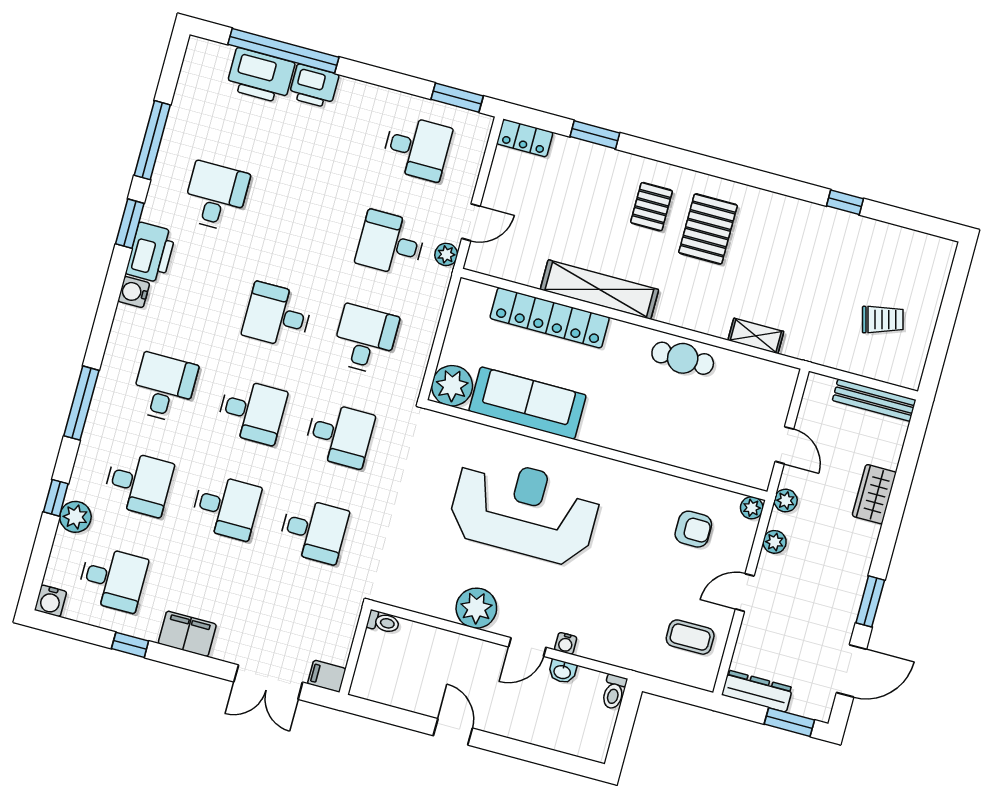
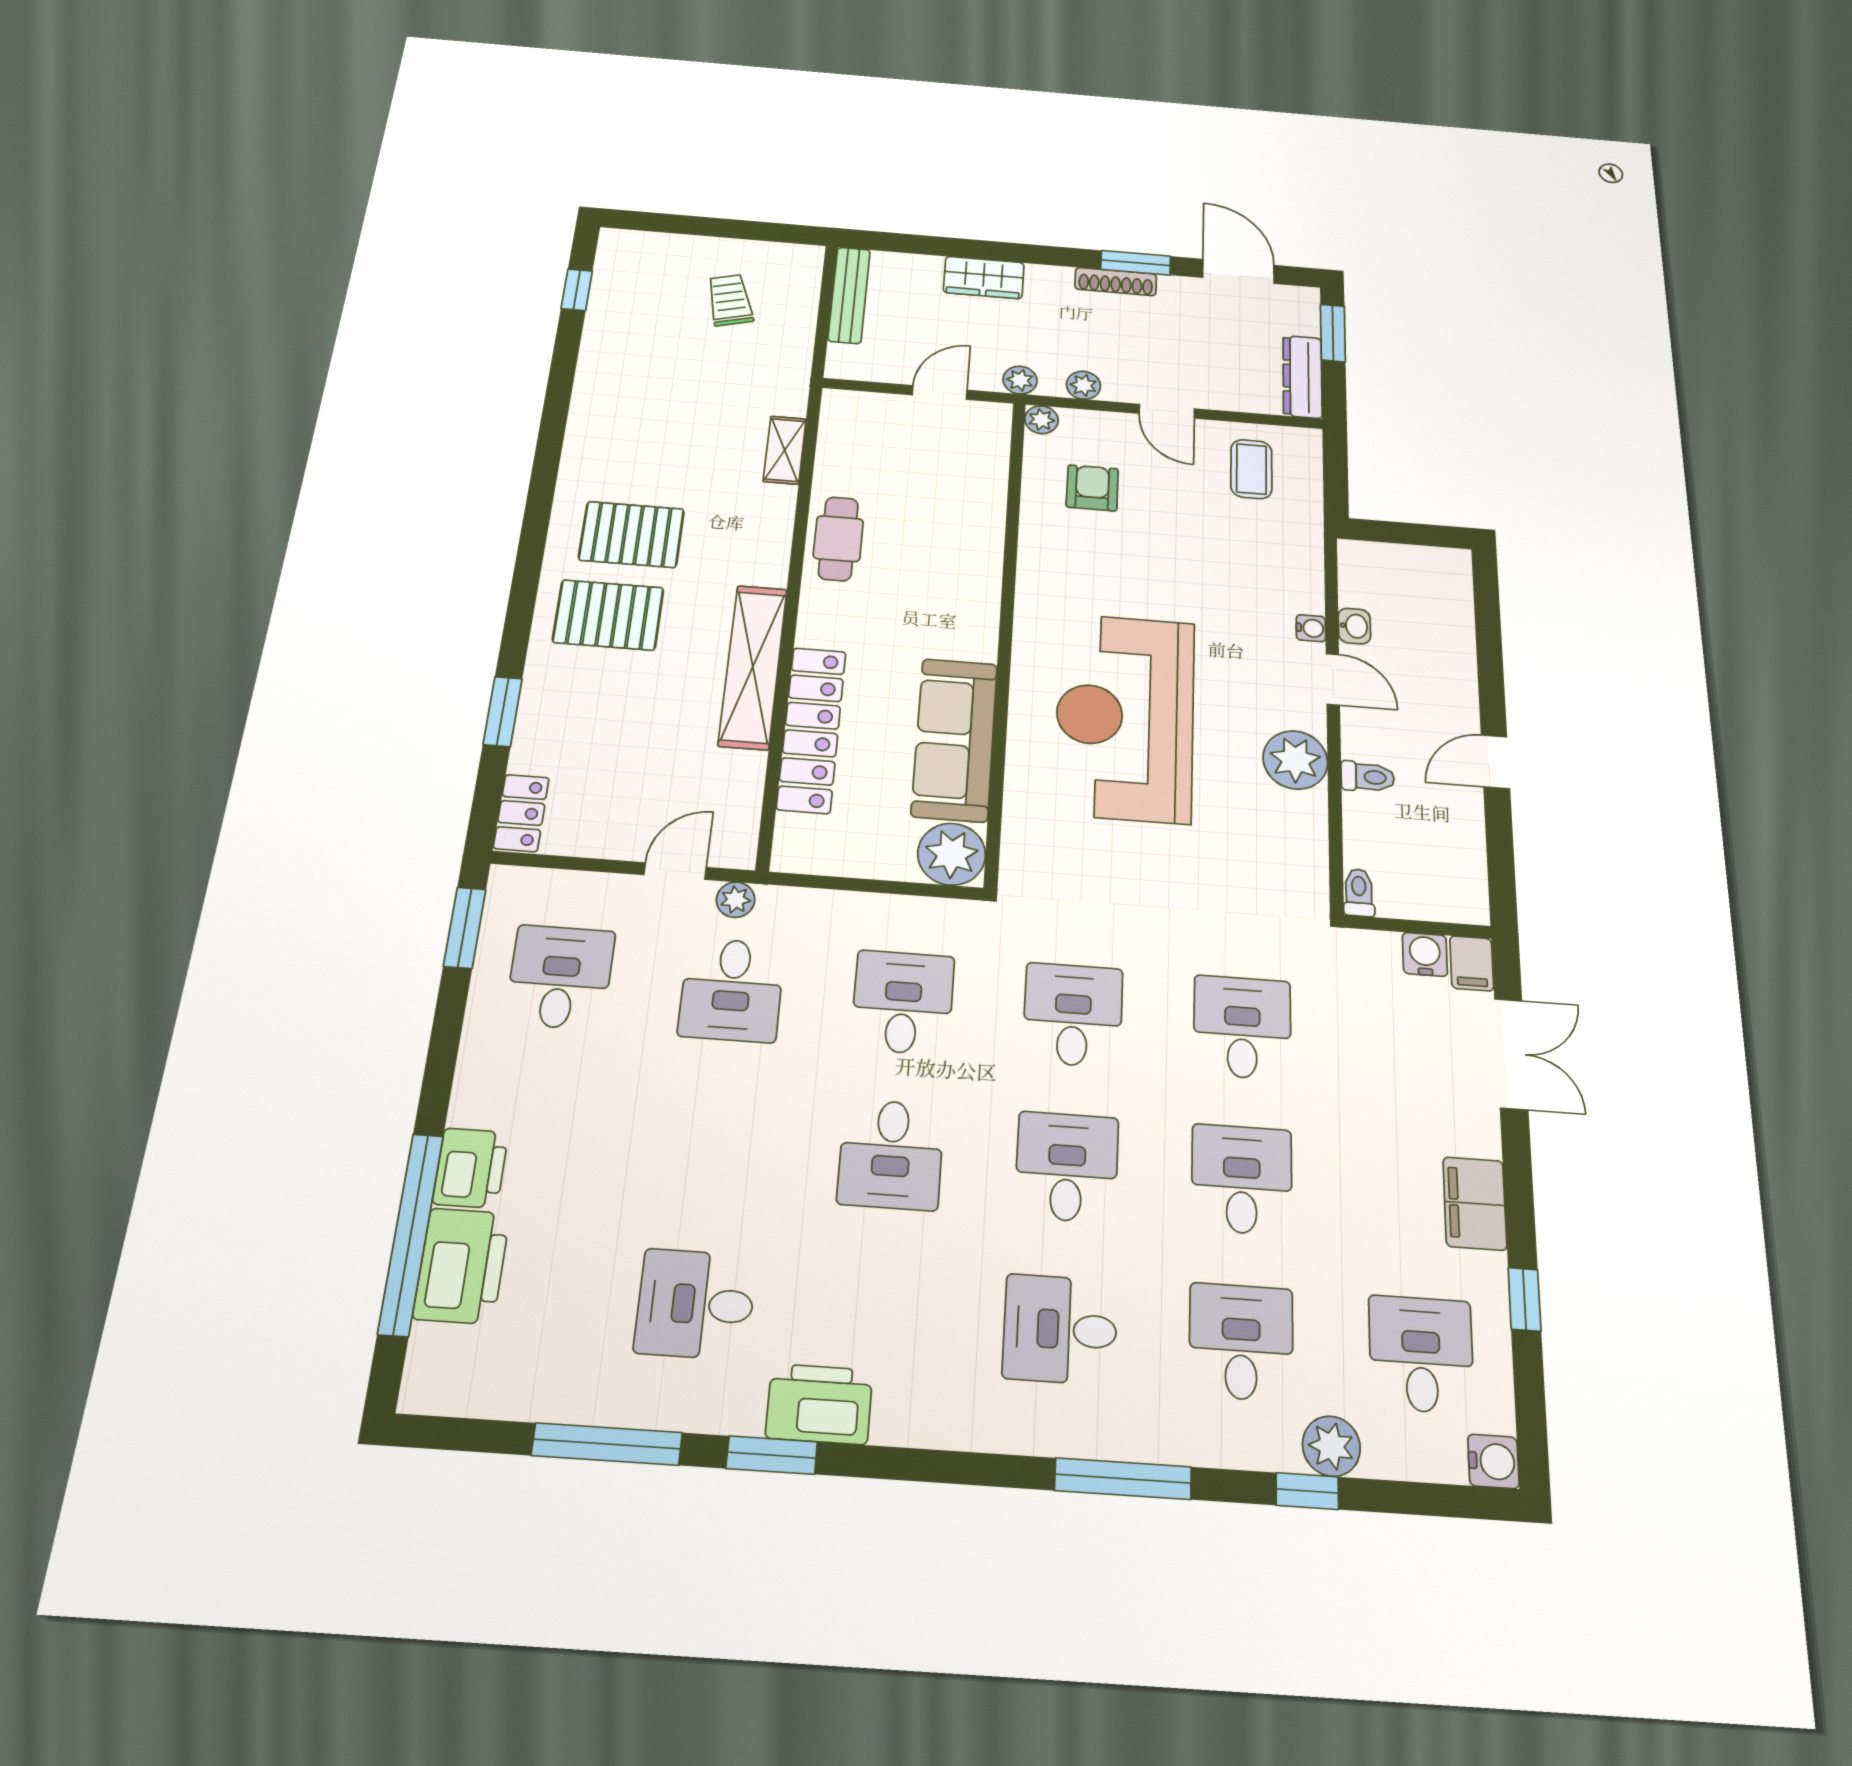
window: (845, 202) -> (577, 290), moved
pallet: (652, 207) -> (608, 615), width x1.50, depth x1.42
door: (471, 222) -> (675, 871), hinge flipped
water cooler: (134, 292) -> (1425, 954), moved, turned 180
desk: (365, 339) -> (903, 1002), turned 90
shoe rack: (856, 584) -> (1116, 281), added
toilet: (614, 692) -> (1368, 777), moved

